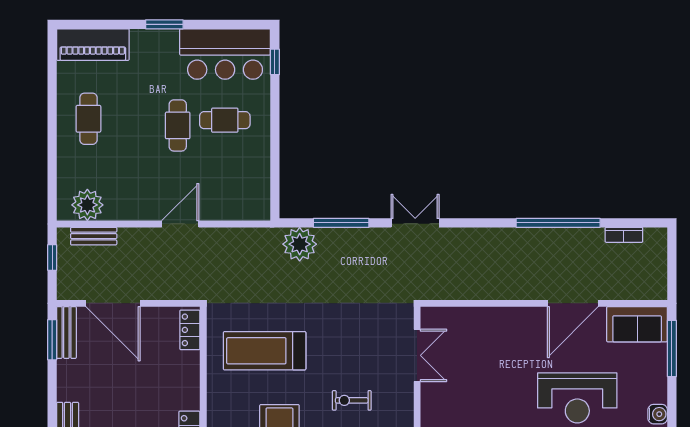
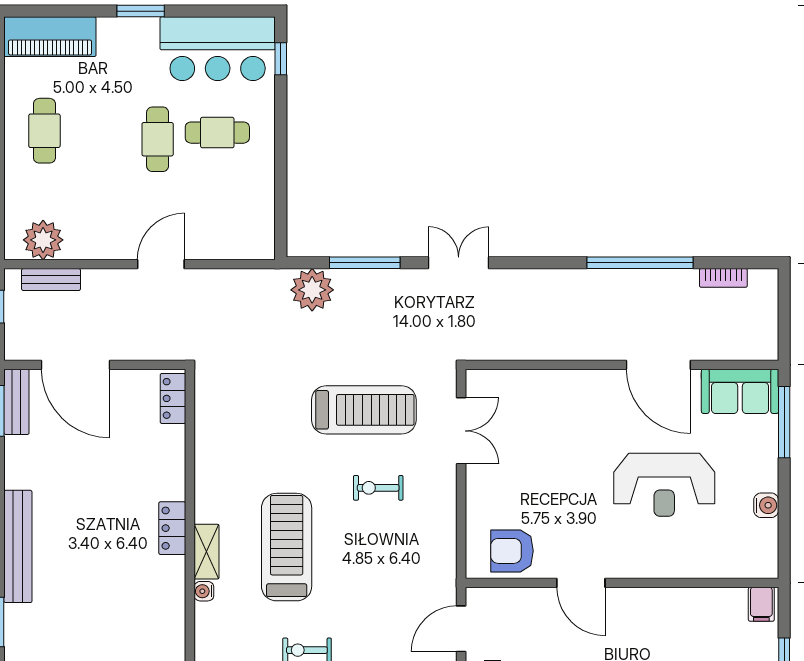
door: (573, 303) -> (658, 365), hinge flipped
treadmill: (265, 351) -> (364, 410), moved, turned 180

